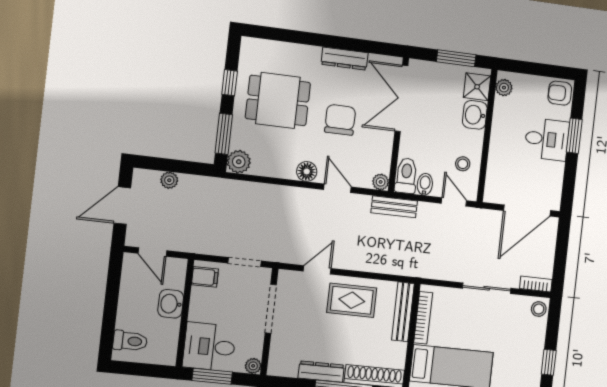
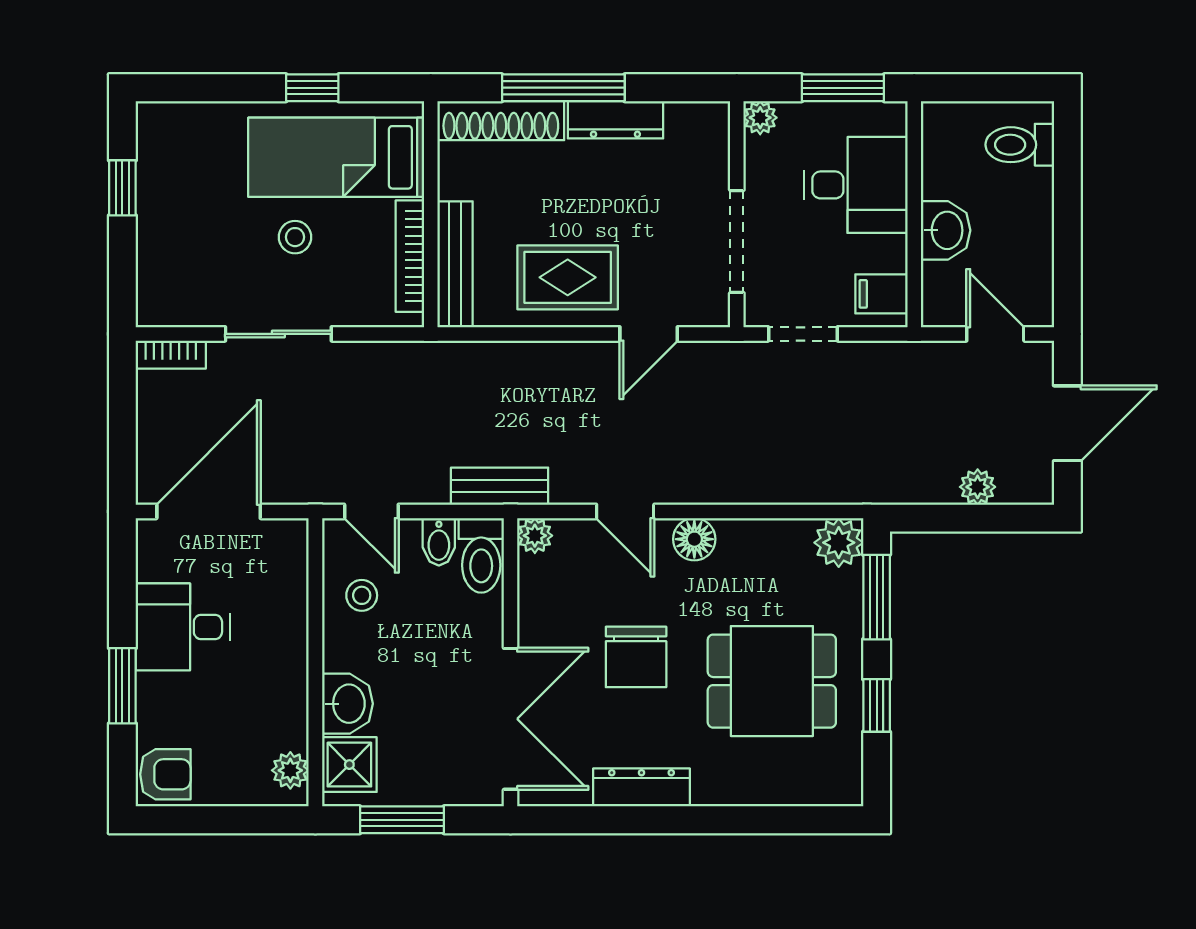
desk: (547, 139) -> (183, 627), moved
stool: (539, 309) -> (295, 237), moved
desk: (209, 347) -> (856, 185), moved

